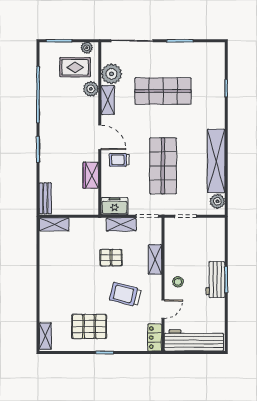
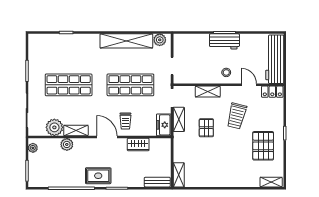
rug: (75, 67) -> (98, 176), moved, turned 90
shop shelf: (163, 91) -> (69, 85), turned 90
door: (100, 137) -> (107, 137), hinge flipped

